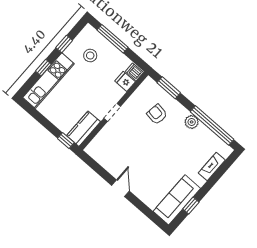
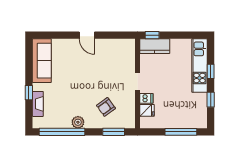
stool: (90, 56) -> (186, 107), removed
dishwasher: (134, 72) -> (146, 98), moved
armchair: (157, 114) -> (106, 107), turned 135
kitchen counter: (83, 129) -> (155, 46), moved, turned 90
window: (191, 206) -> (29, 93), moved

